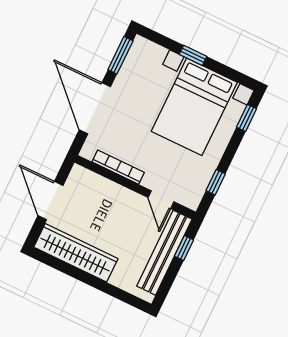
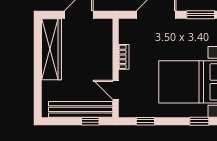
bookcase: (118, 167) -> (124, 57), width x0.64
door: (161, 200) -> (116, 90), hinge flipped

